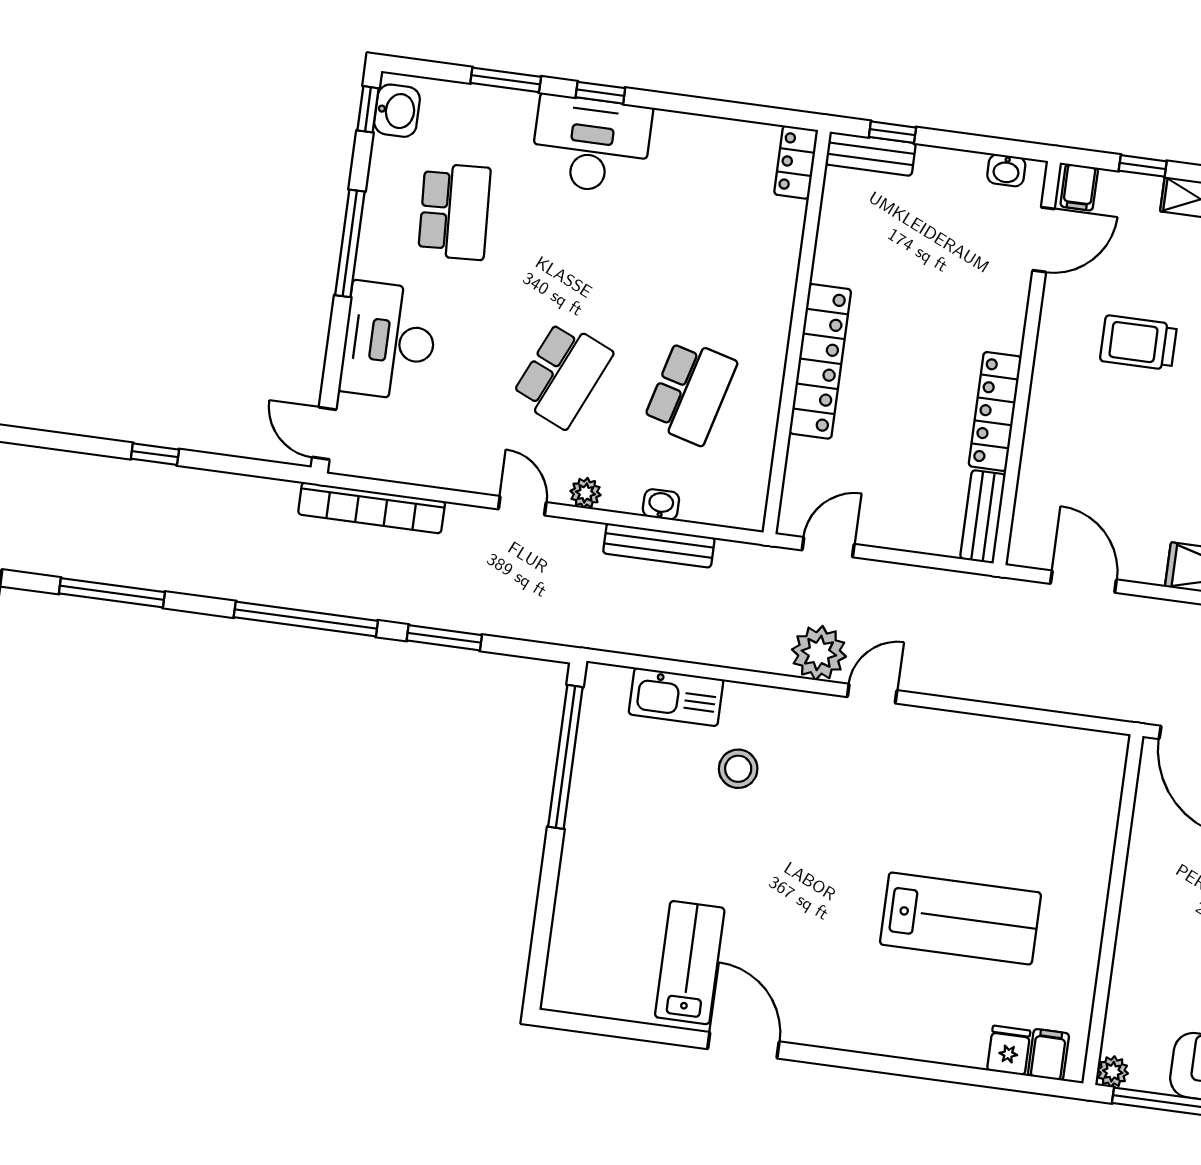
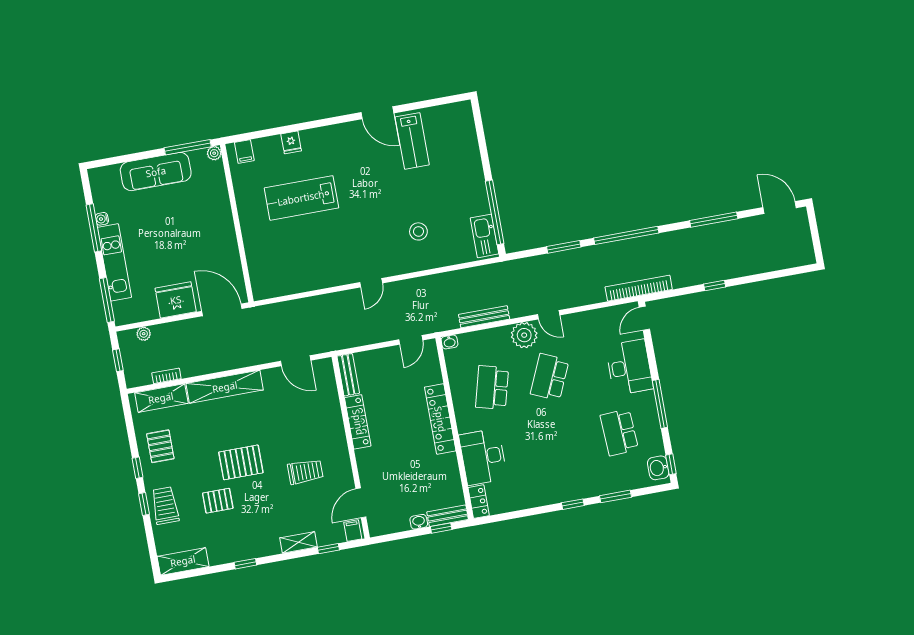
desk: (591, 144) -> (483, 457), moved, turned 90
washbasin: (1006, 170) -> (419, 522), moved
door: (324, 433) -> (644, 318), swing flipped
plant: (585, 493) -> (524, 335), width x1.87, depth x1.87
washbasin: (661, 504) -> (449, 342), moved
bookcase: (372, 508) -> (639, 288), moved
plant: (819, 653) -> (400, 293), removed
kitchen sink: (676, 697) -> (485, 236), moved, turned -90
fridge: (1009, 1050) -> (291, 142), moved

